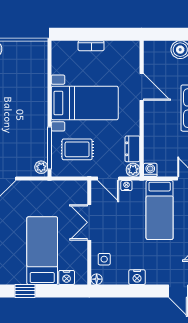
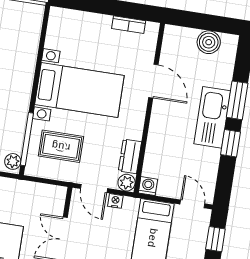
bookcase: (91, 46) -> (129, 25), moved

